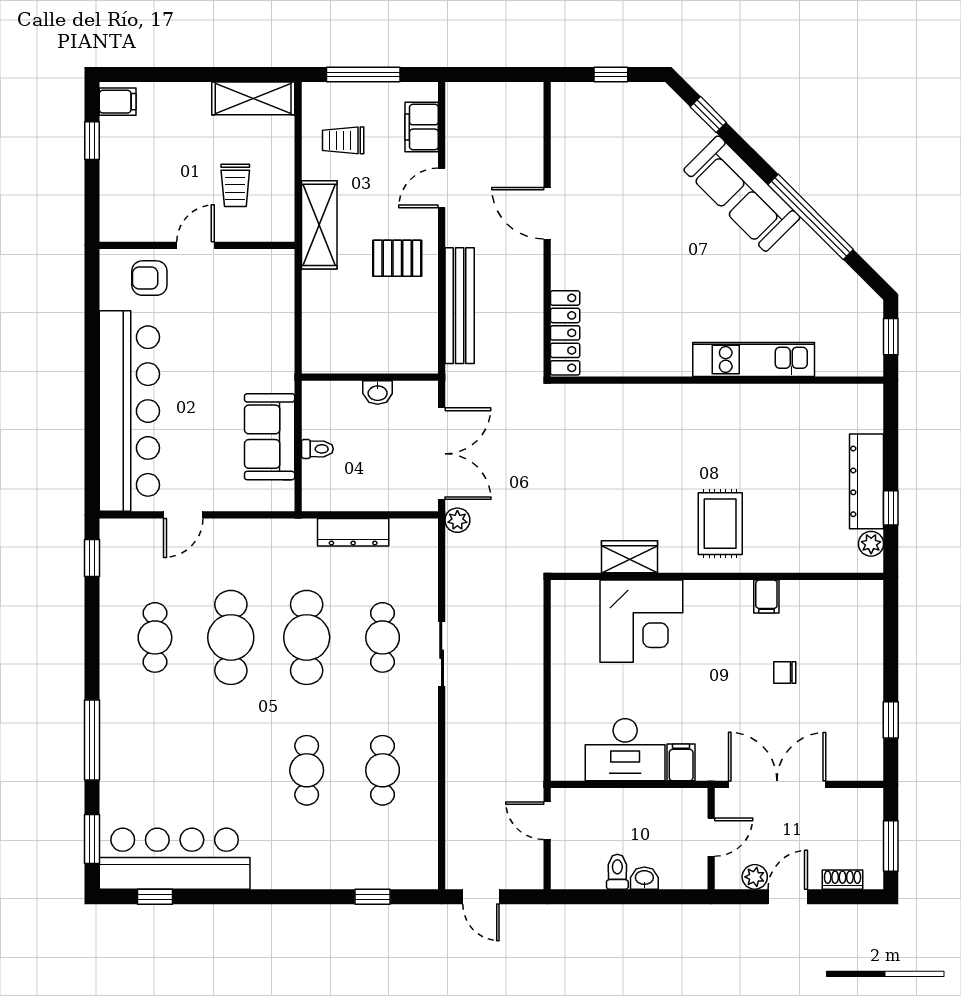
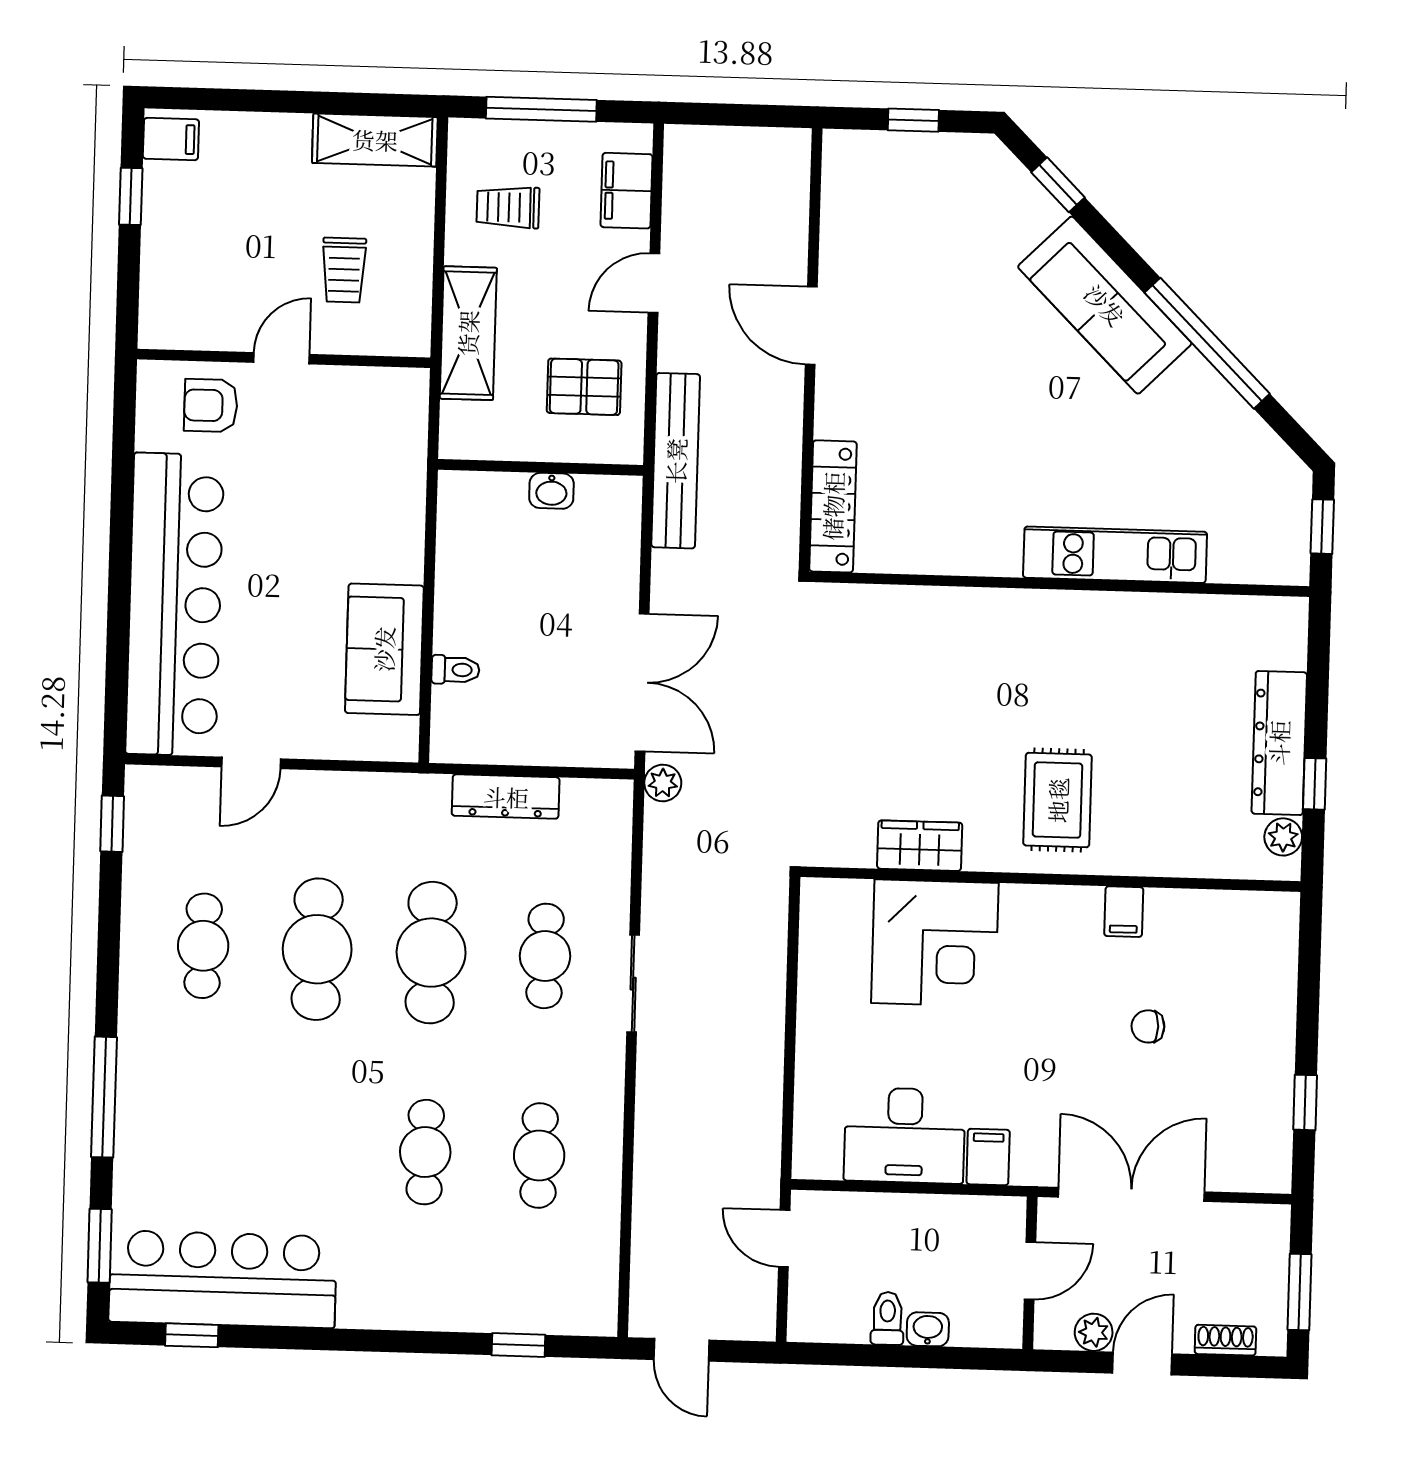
wall: (370, 377) -> (540, 467), moved
washbasin: (378, 392) -> (551, 491), moved

